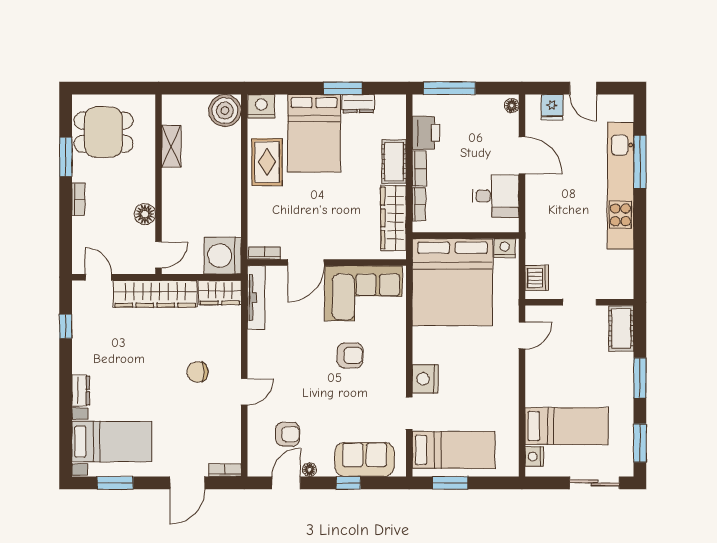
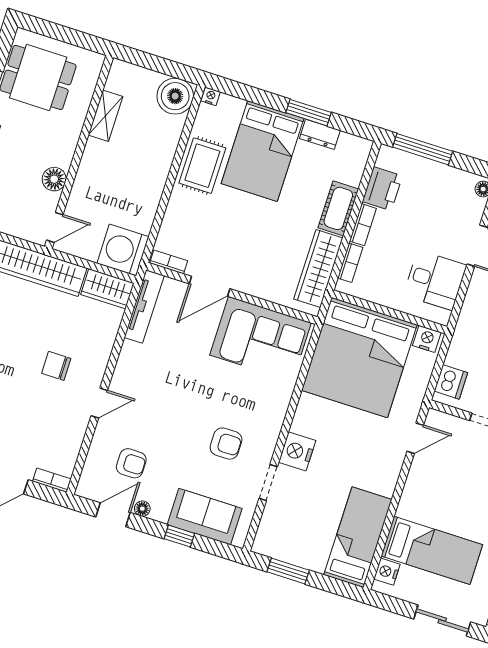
nightstand: (261, 106) -> (211, 96), width x0.53, depth x0.56
armchair: (350, 355) -> (226, 444), moved
bed: (454, 450) -> (358, 537), moved, turned -90

